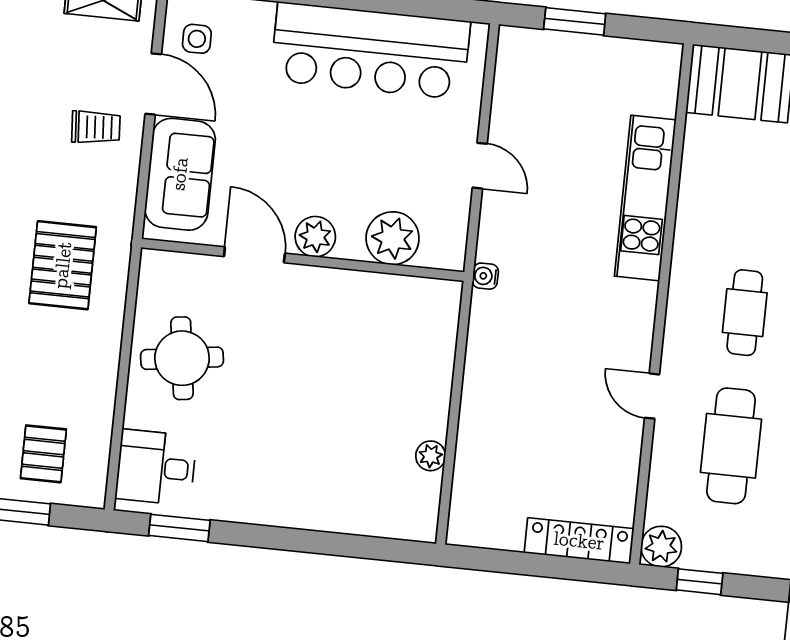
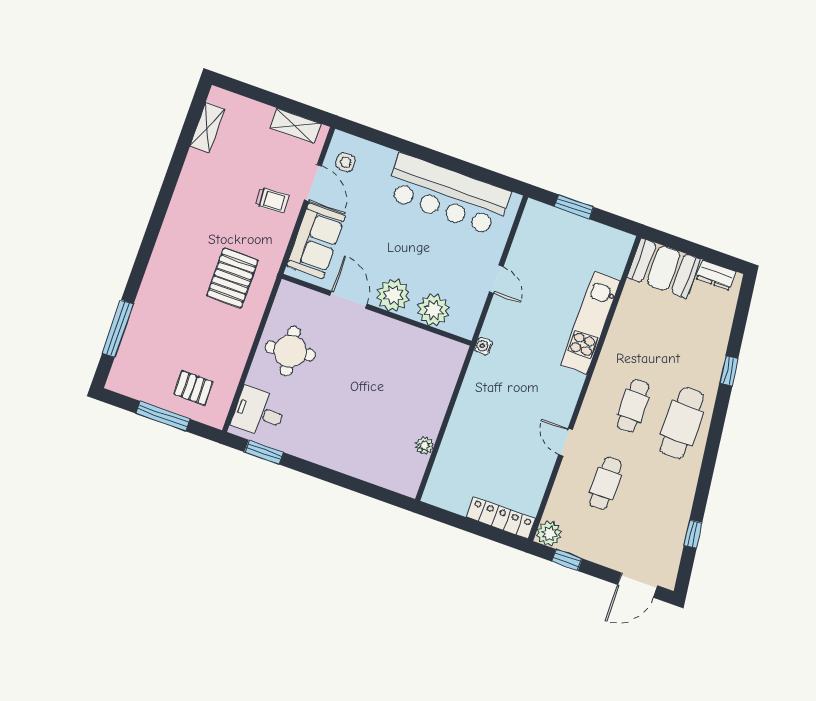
plant: (315, 237) -> (393, 295), width x1.36, depth x1.36
cafe table: (731, 446) -> (606, 483), width x0.73, depth x0.74
pallet: (43, 454) -> (193, 388), turned 90

